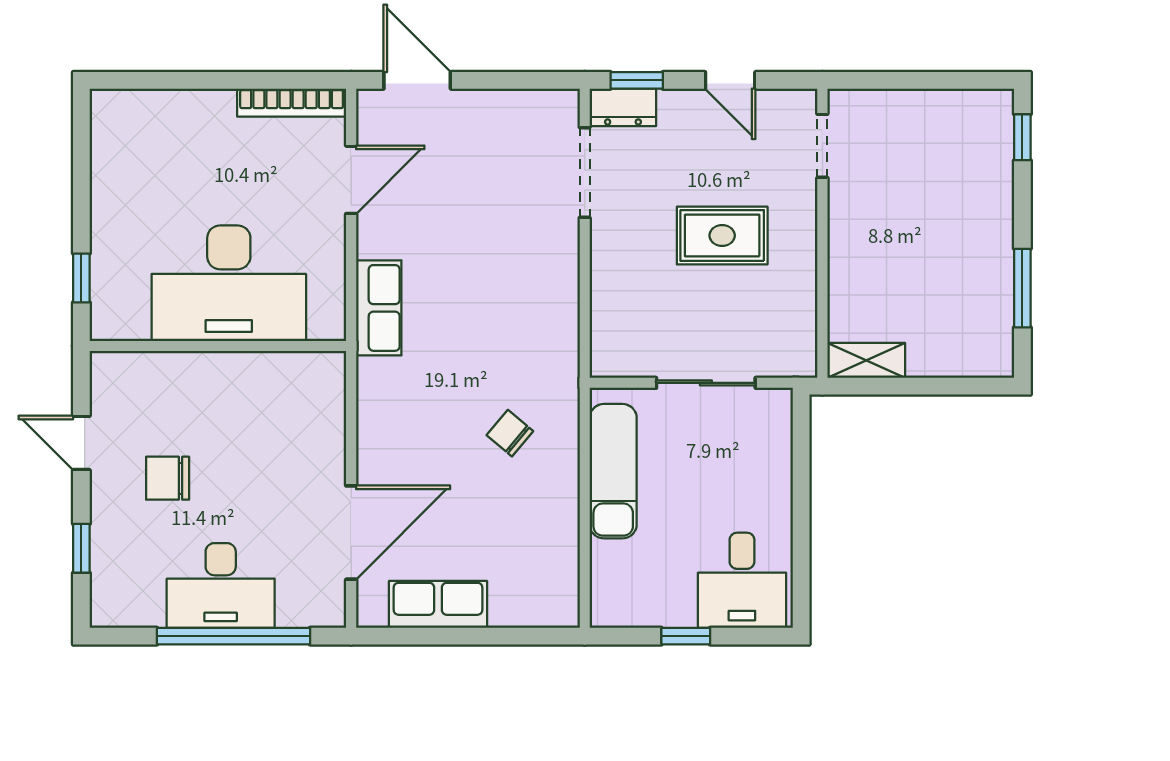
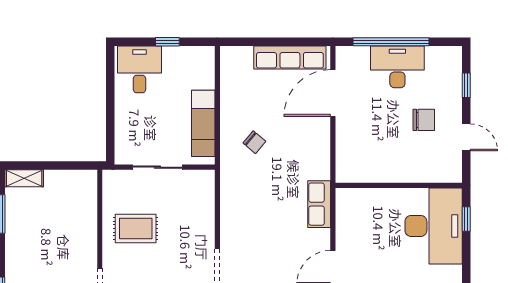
rug: (722, 236) -> (136, 229), moved
desk: (229, 283) -> (434, 226), moved, turned 90
shelving: (866, 360) -> (24, 178), moved
row of seats: (438, 604) -> (290, 57), width x1.48

